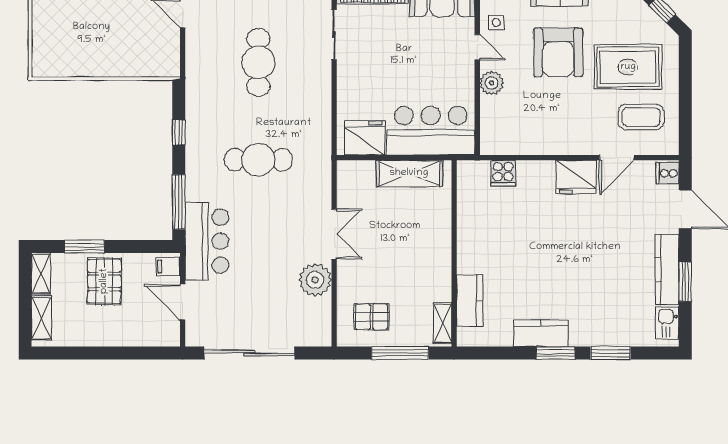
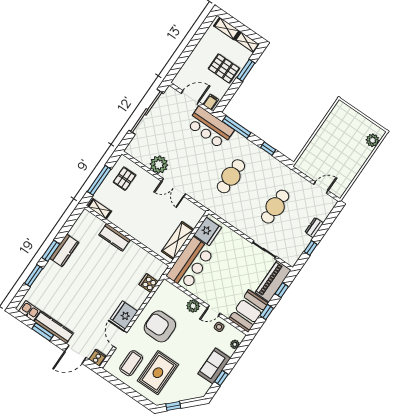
armchair: (558, 52) -> (160, 326), moved
cafe table: (258, 62) -> (275, 207), turned 90
kitchen counter: (470, 300) -> (115, 237), moved

